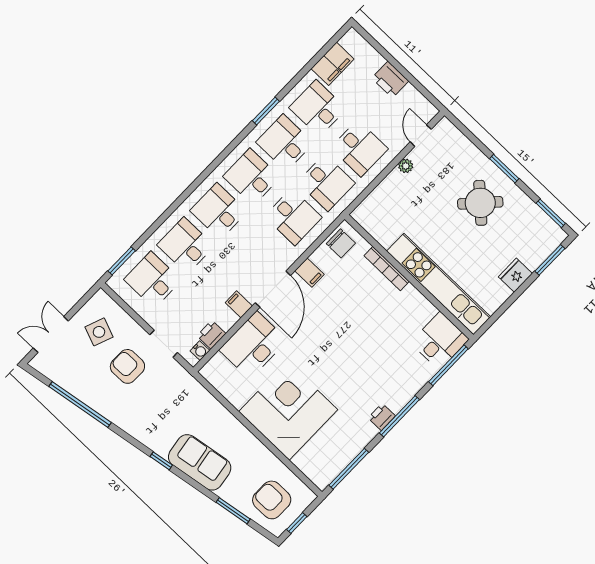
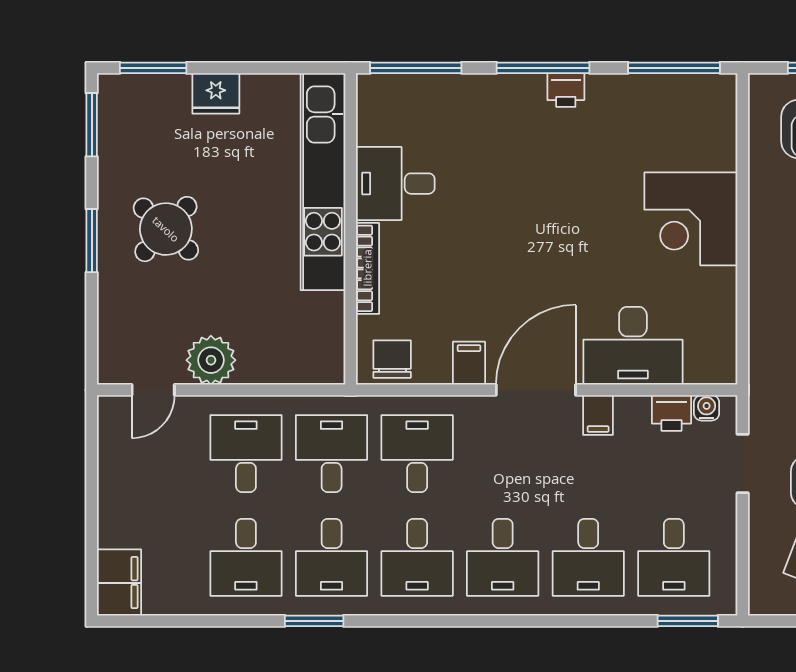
filing cabinet: (332, 64) -> (119, 583), moved, turned 90
printer: (390, 80) -> (119, 499), removed
plant: (406, 166) -> (211, 360), width x1.88, depth x1.88
desk: (440, 341) -> (395, 184), moved
corner desk: (288, 411) -> (691, 219), width x0.74, depth x0.74

